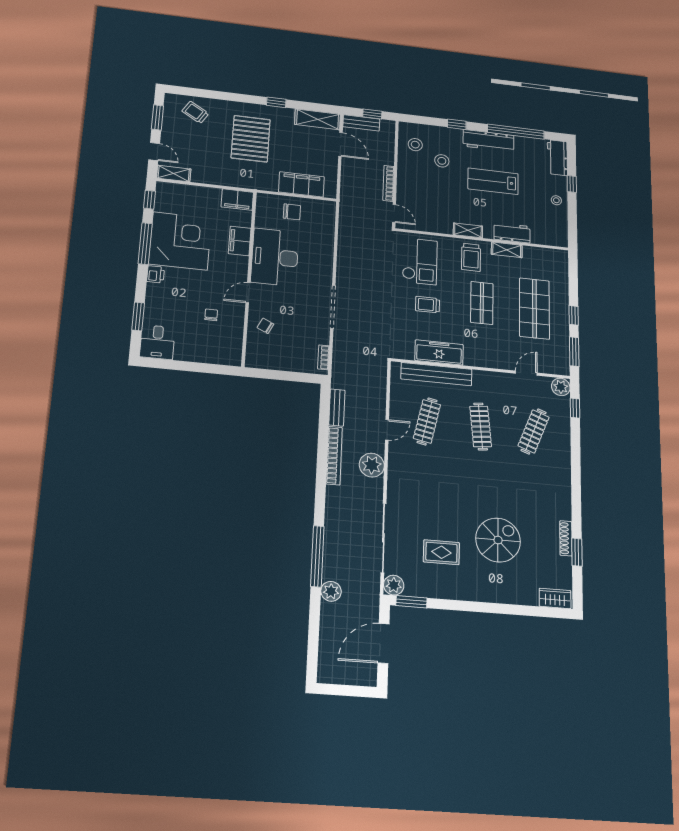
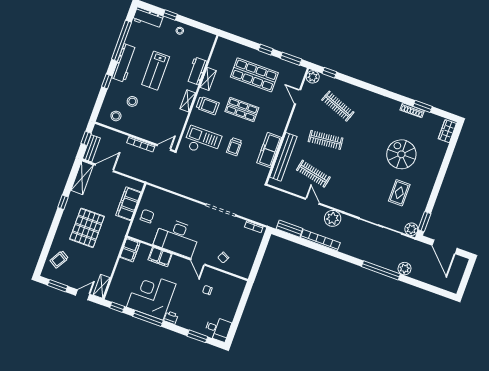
pallet: (251, 139) -> (87, 228), turned 90

